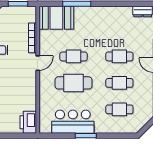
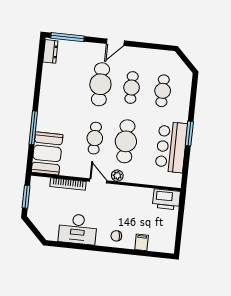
cafe table: (119, 56) -> (100, 84), width x1.37, depth x1.35
plant: (44, 79) -> (117, 176), added

